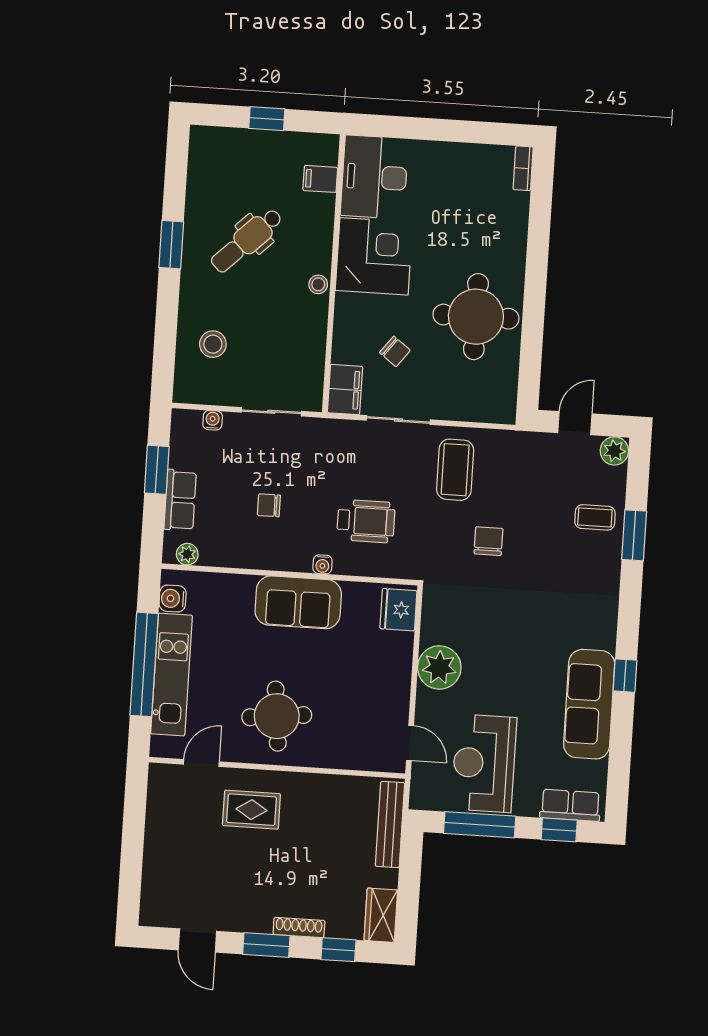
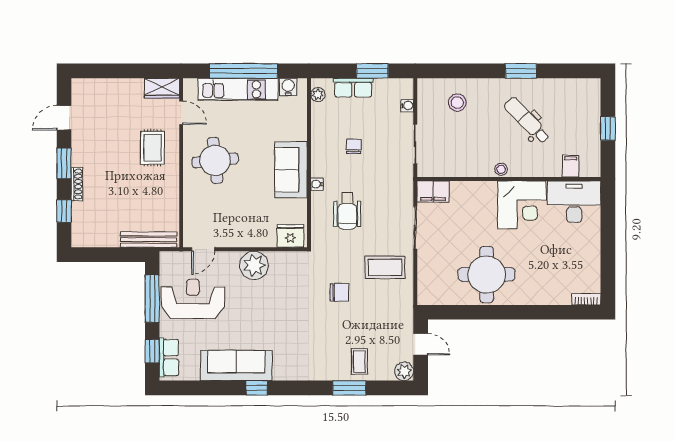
chair: (395, 351) -> (460, 223), removed
wardrobe: (381, 915) -> (162, 88), moved, turned 180

